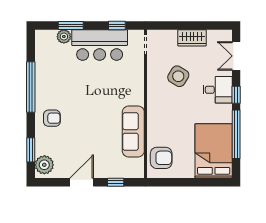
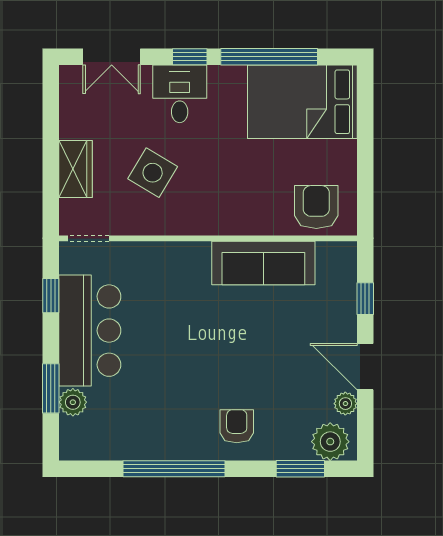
wardrobe: (192, 38) -> (75, 169), moved
plant: (63, 172) -> (345, 404), added

